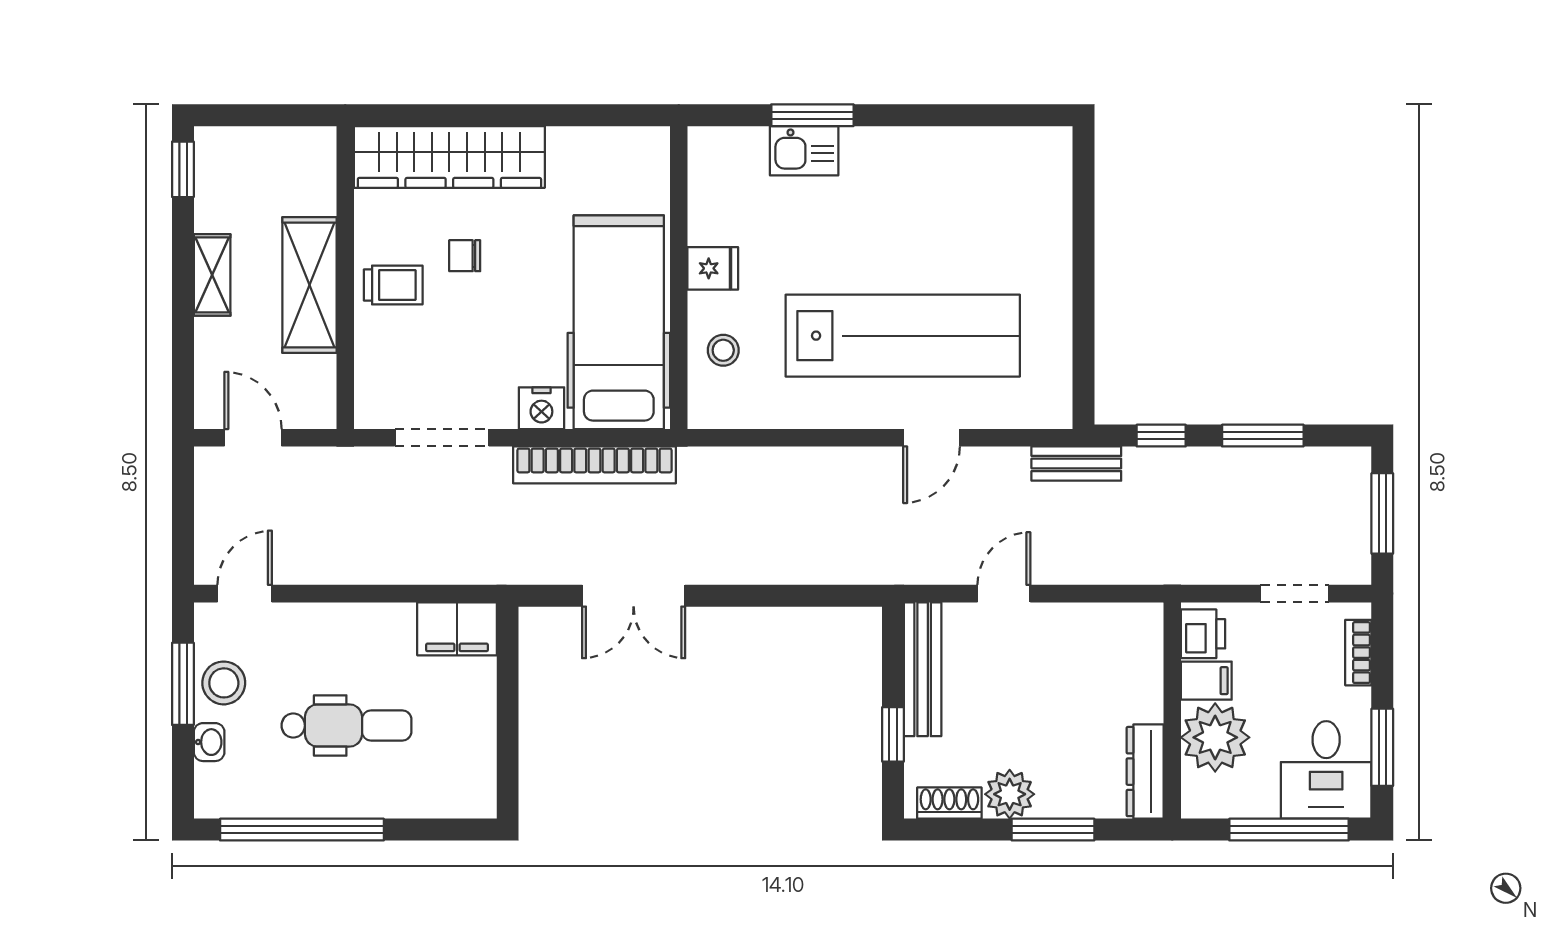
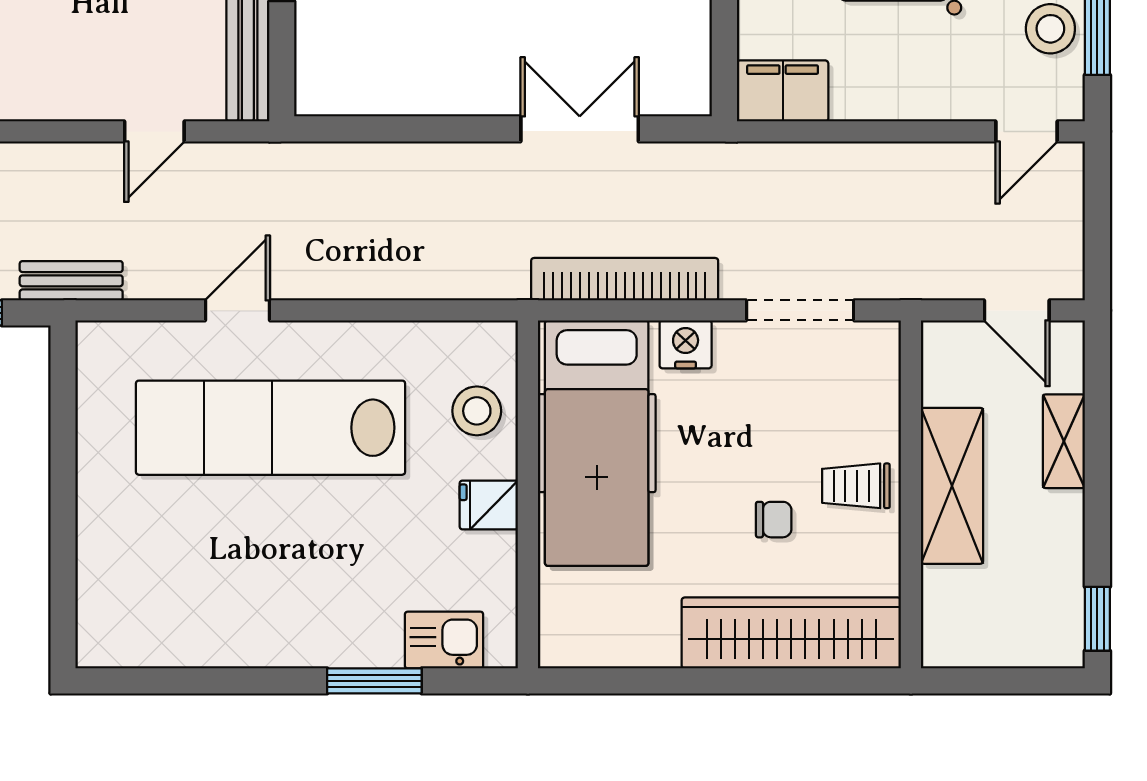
kitchen sink: (804, 151) -> (444, 640), moved
shelving: (212, 275) -> (1064, 441), moved
stool: (723, 350) -> (477, 411), width x1.37, depth x1.37

